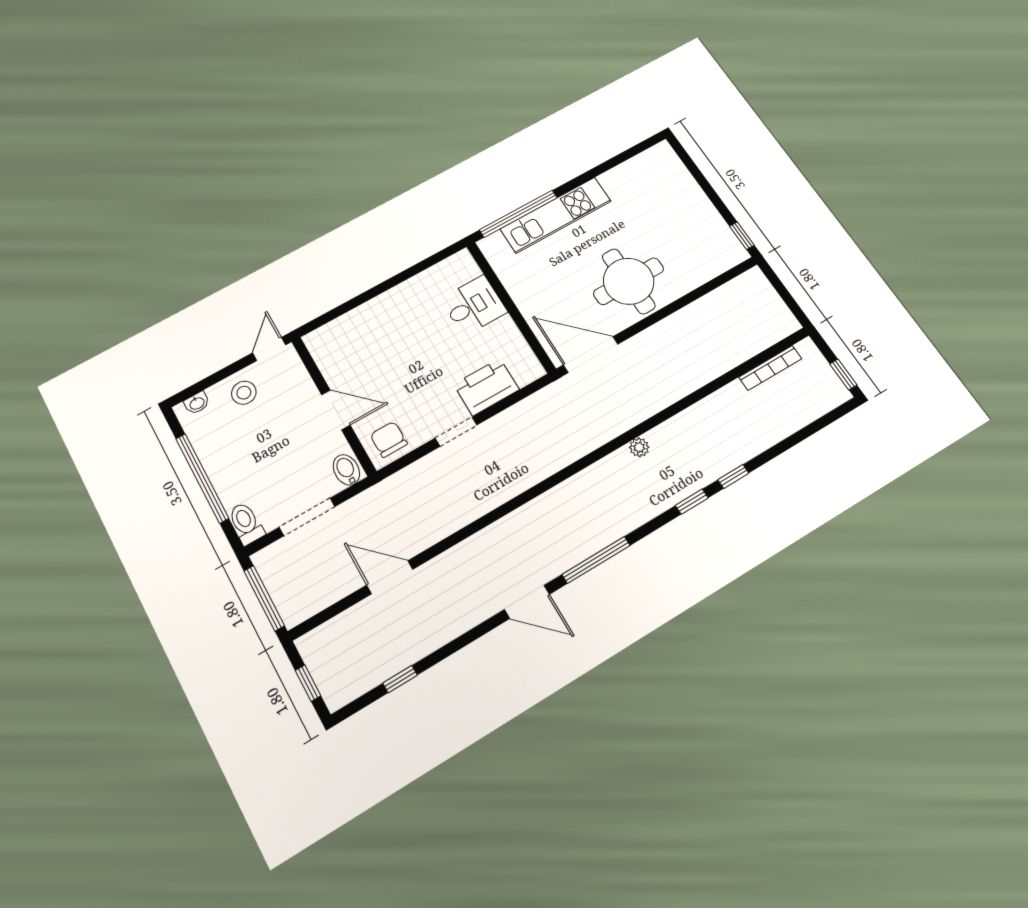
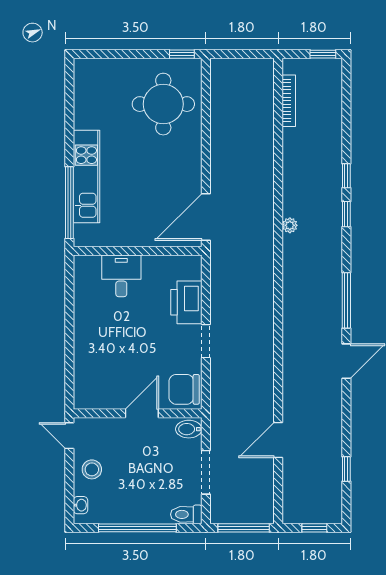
round table: (629, 281) -> (163, 104), moved
chair: (389, 439) -> (184, 389), width x1.37, depth x1.37

